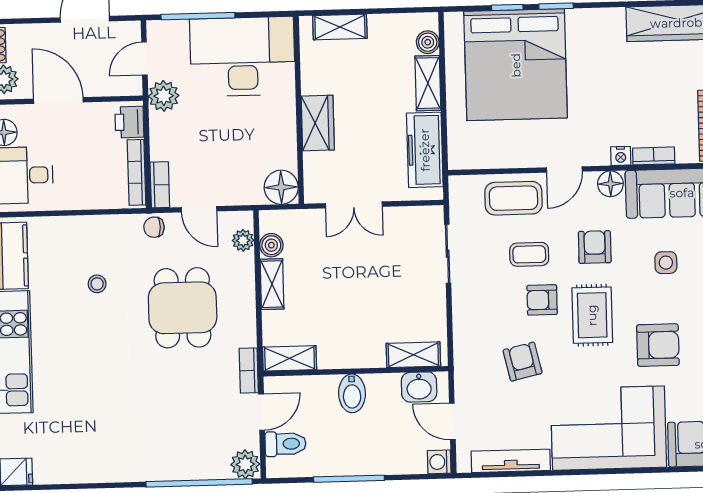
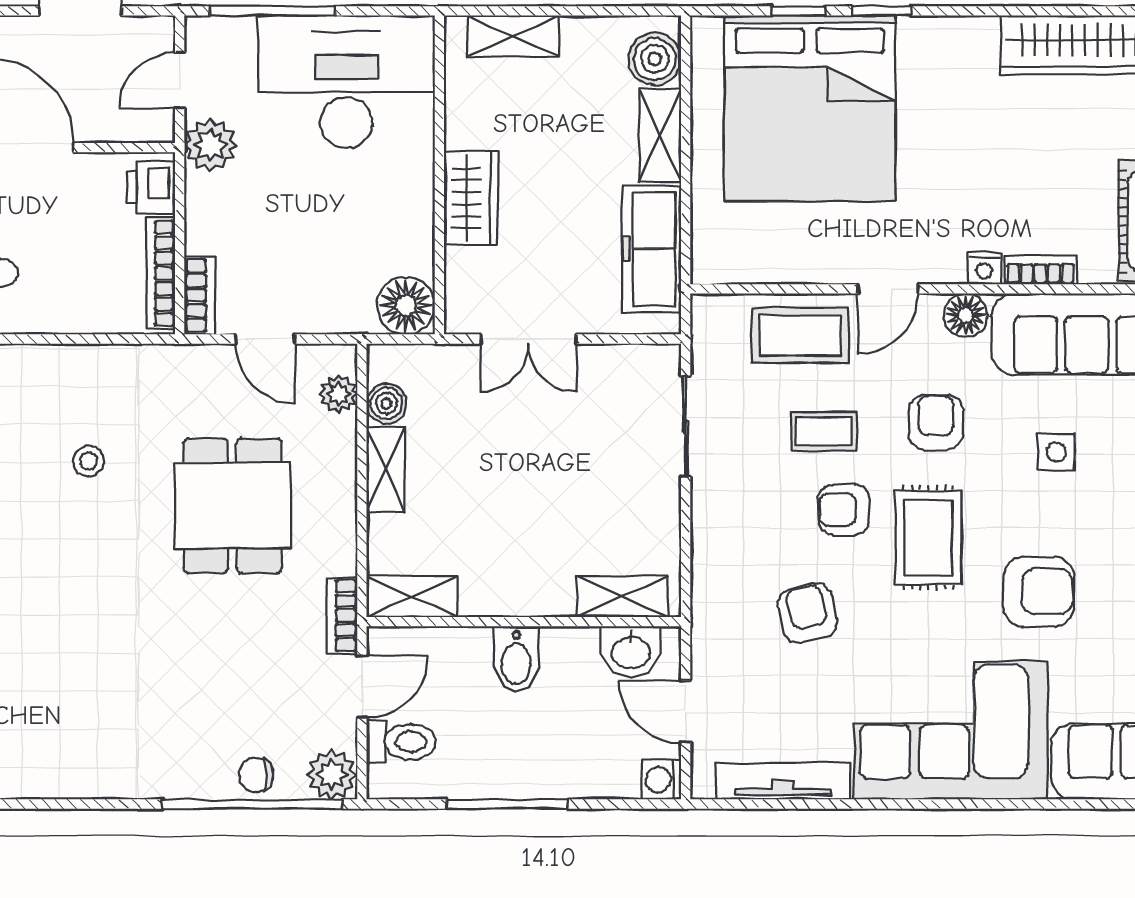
boiler: (428, 42) -> (655, 59), width x1.36, depth x1.36
chair: (154, 227) -> (256, 775), moved

